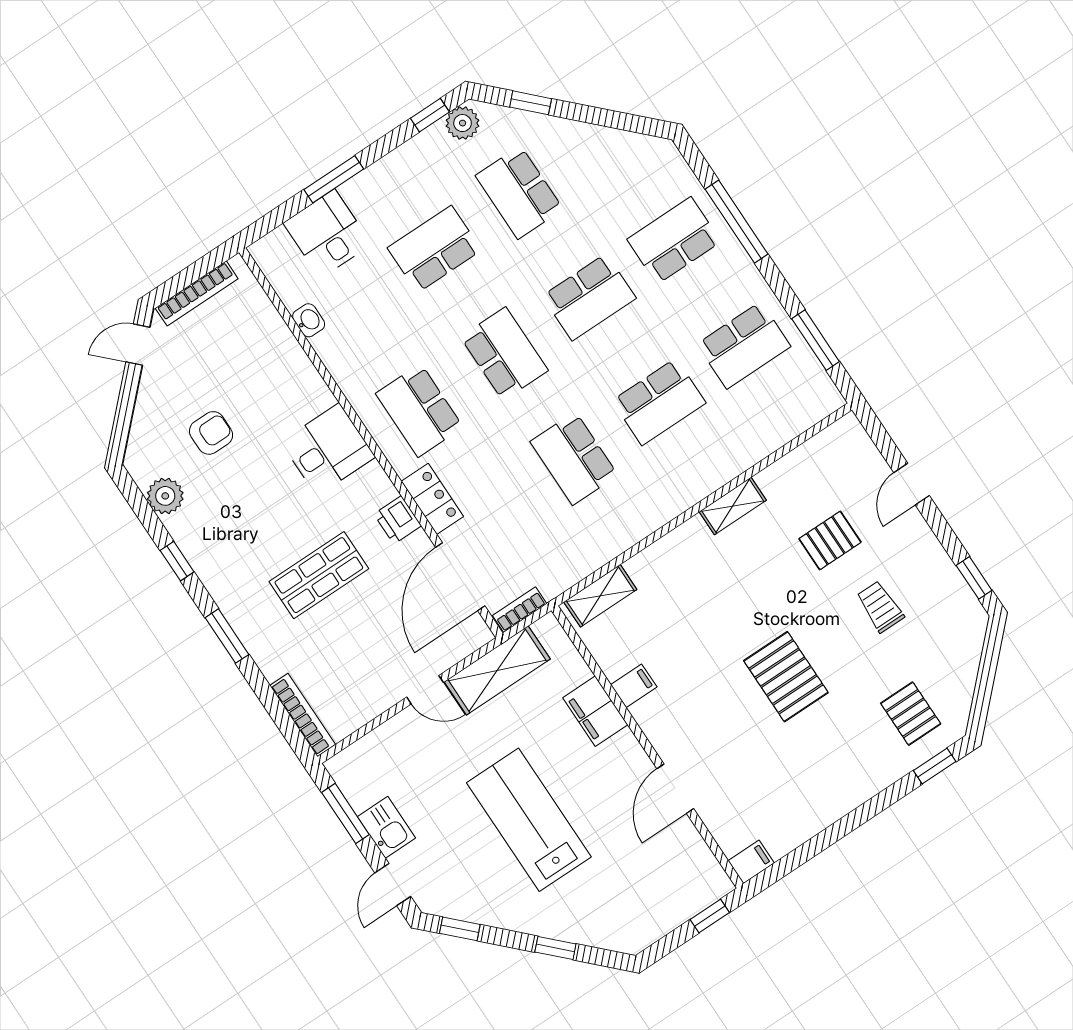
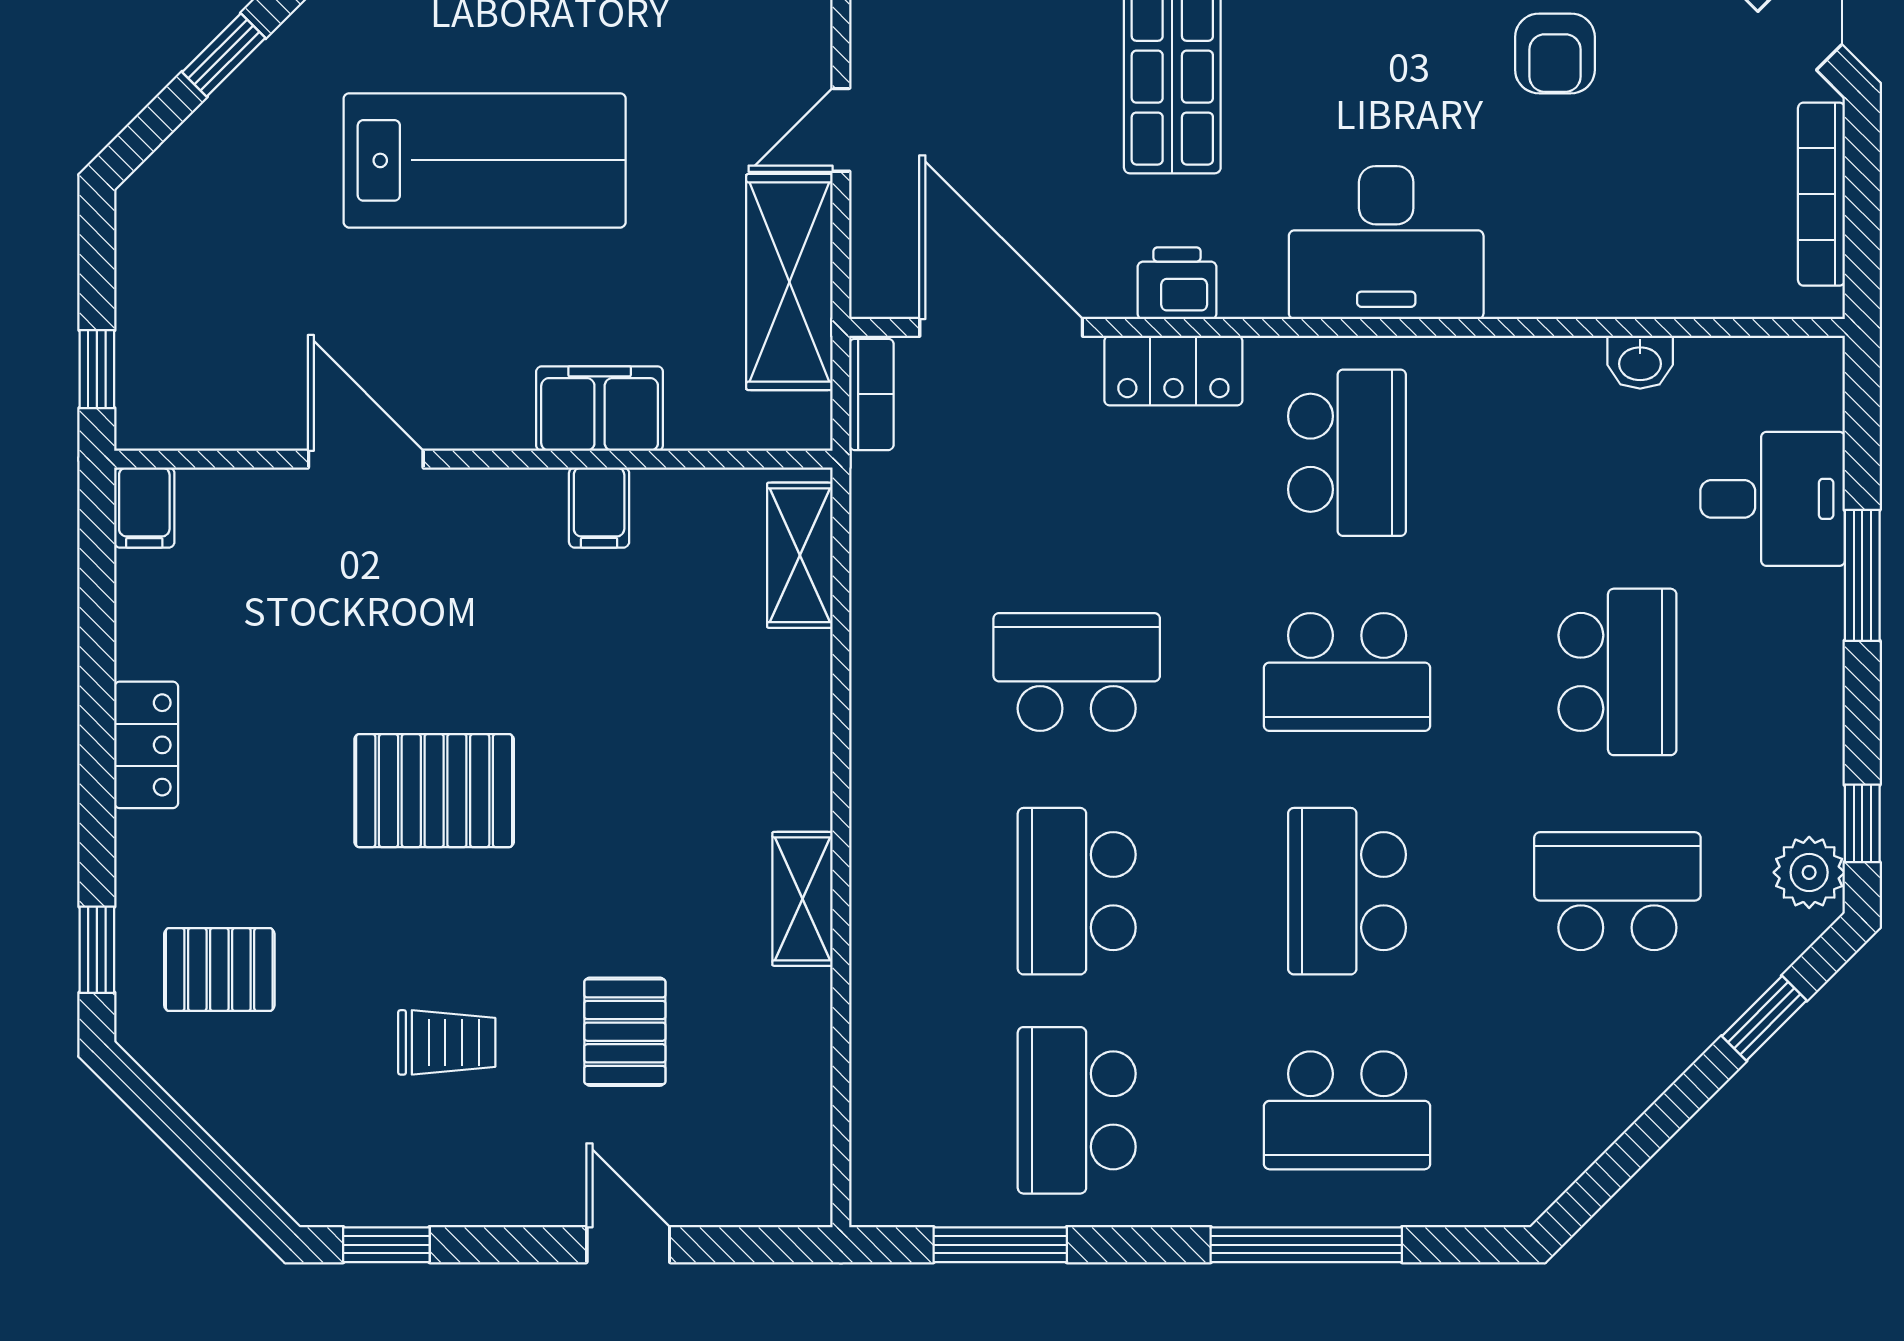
school desk: (674, 241) -> (1347, 1110), turned 90
school desk: (419, 410) -> (1347, 453), turned 90
desk: (328, 449) -> (1386, 243), width x1.37
locker: (843, 800) -> (146, 745), added

